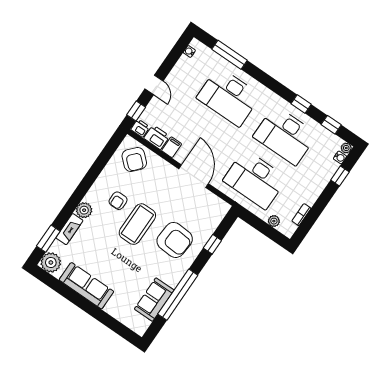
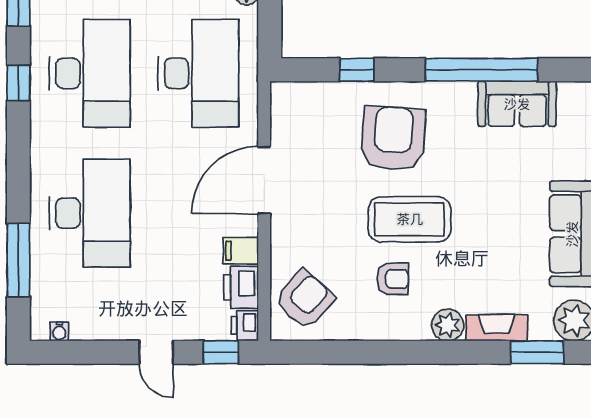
door: (154, 85) -> (156, 352), swing flipped

